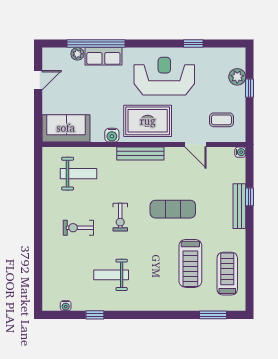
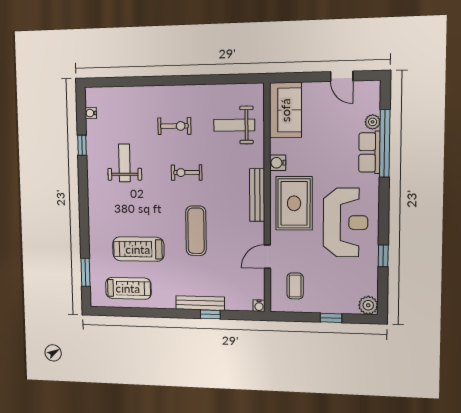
plant: (237, 77) -> (368, 305), moved
weight bench: (78, 174) -> (234, 125), turned 90
exercise bike: (78, 228) -> (174, 126), turned 90

